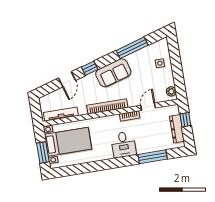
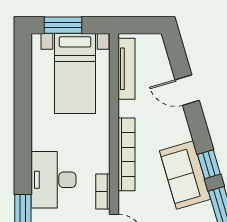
window: (90, 68) -> (209, 164), moved
desk: (123, 145) -> (54, 180), width x1.37

